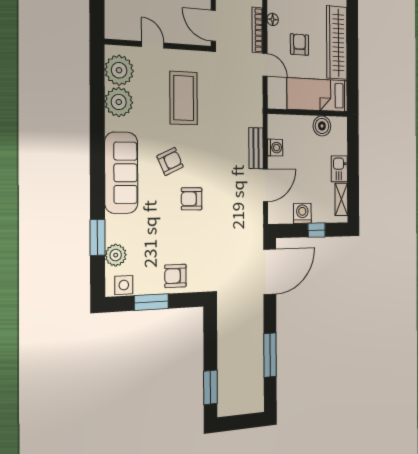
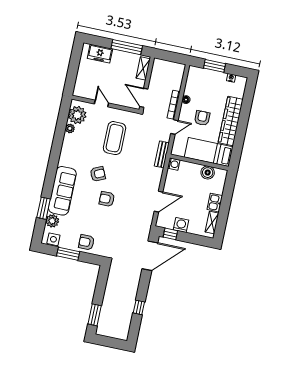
door: (265, 65) -> (174, 127), hinge flipped
plant: (119, 102) -> (70, 128), width x0.53, depth x0.53
bench: (256, 148) -> (162, 154), moved
washing machine: (275, 148) -> (174, 164), moved
sofa: (121, 173) -> (62, 191), moved
window: (317, 230) -> (170, 234), moved
window: (270, 355) -> (139, 307), width x0.46

